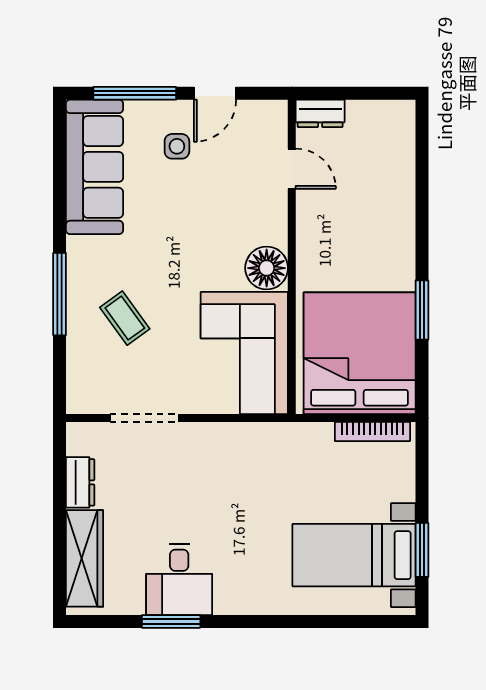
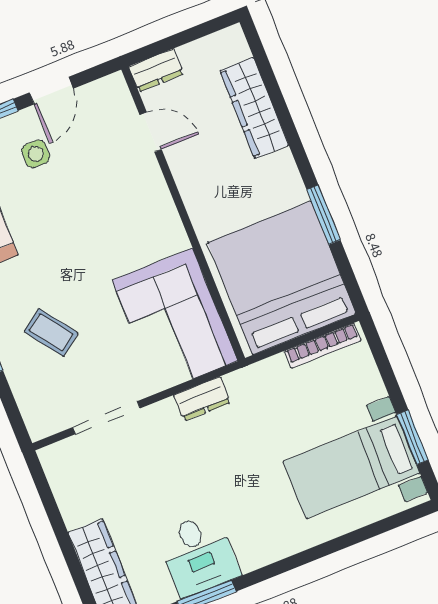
wardrobe: (397, 185) -> (254, 108), added
floor lamp: (267, 268) -> (164, 233), removed
dresser: (80, 482) -> (202, 399), moved, turned 90

